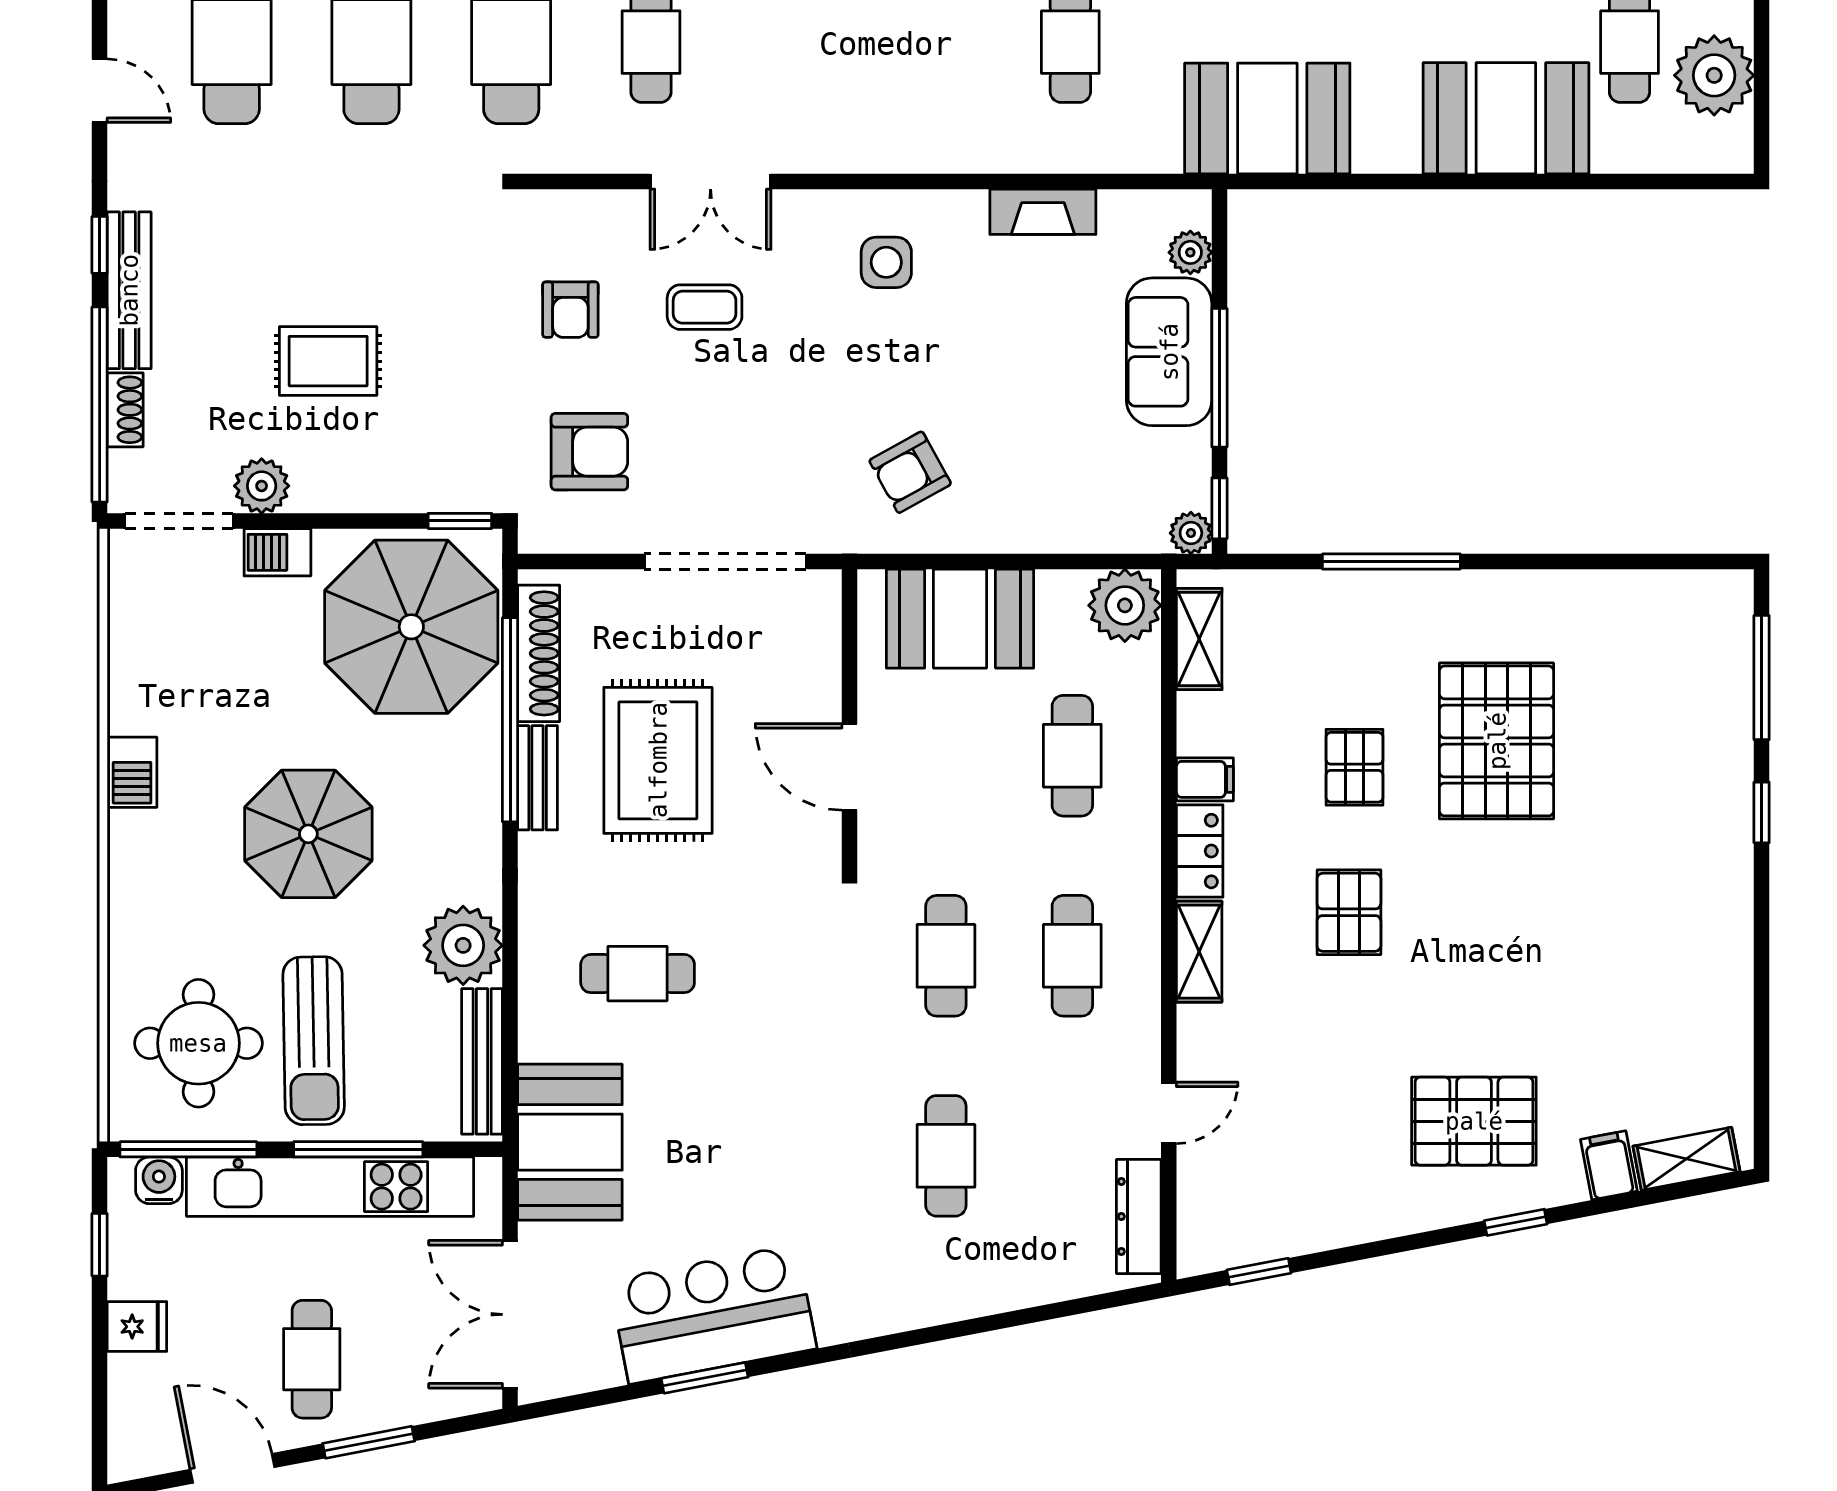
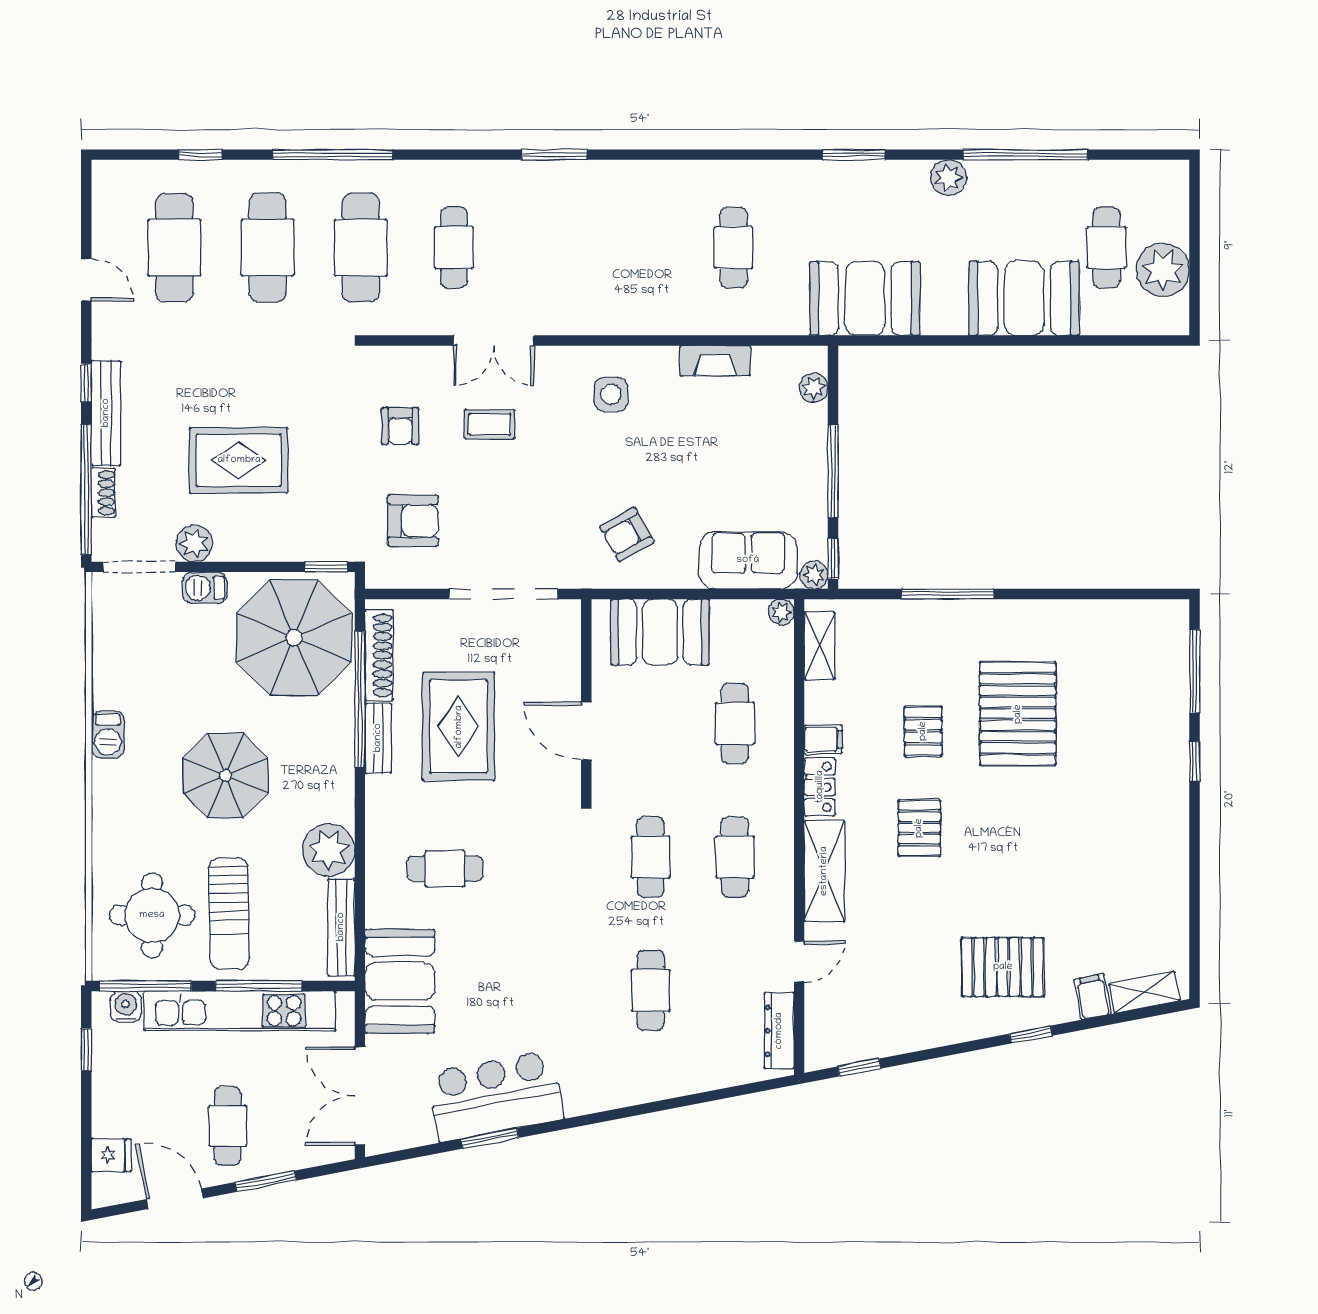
sofa: (1169, 352) -> (748, 560), moved, turned 90
rug: (328, 361) -> (239, 460), width x1.36, depth x1.43
plant: (1125, 605) -> (781, 612), width x0.53, depth x0.53
shelving: (1199, 952) -> (824, 871), width x1.50, depth x1.33
fridge: (137, 1327) -> (111, 1155), moved

